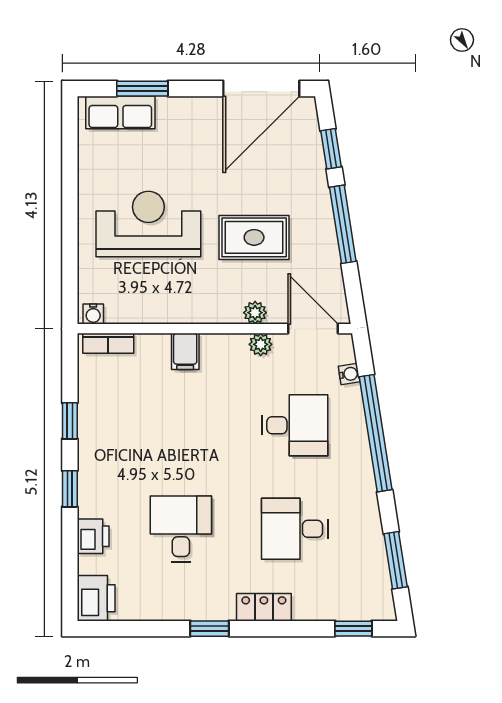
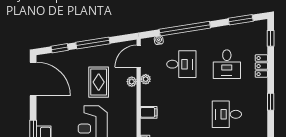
desk: (295, 425) -> (181, 64), turned 90
locker: (264, 607) -> (261, 66), moved

